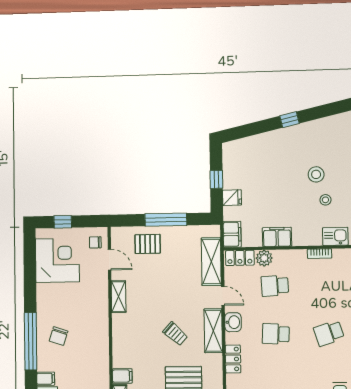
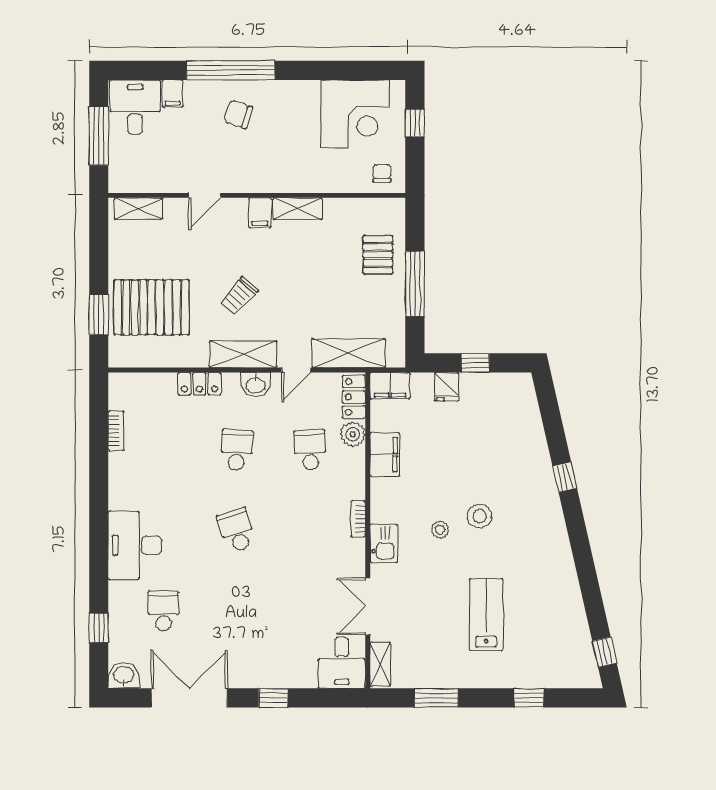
door: (110, 260) -> (205, 195), moved
filing cabinet: (122, 376) -> (260, 213), moved

